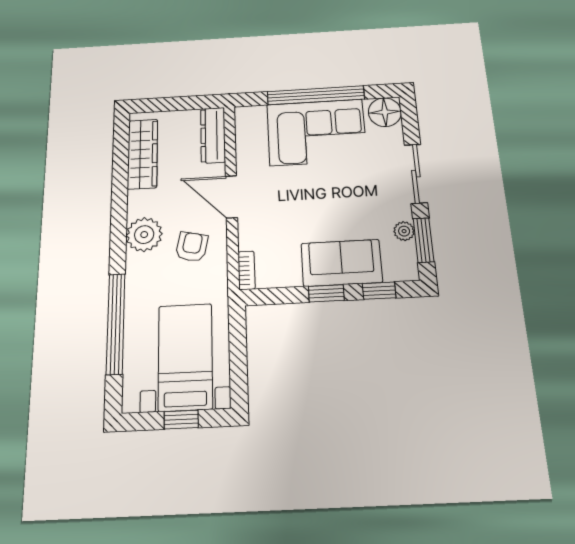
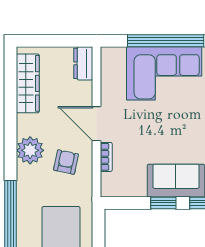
dresser: (213, 135) -> (83, 63), width x0.70
bookcase: (247, 270) -> (106, 157), moved

